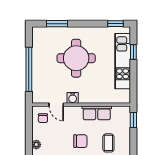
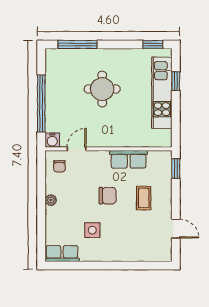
window: (57, 24) -> (78, 44), width x1.44
round table: (76, 58) -> (102, 89), width x0.73, depth x0.73
water cooler: (73, 98) -> (52, 140), moved
door: (56, 105) -> (77, 149), swing flipped

